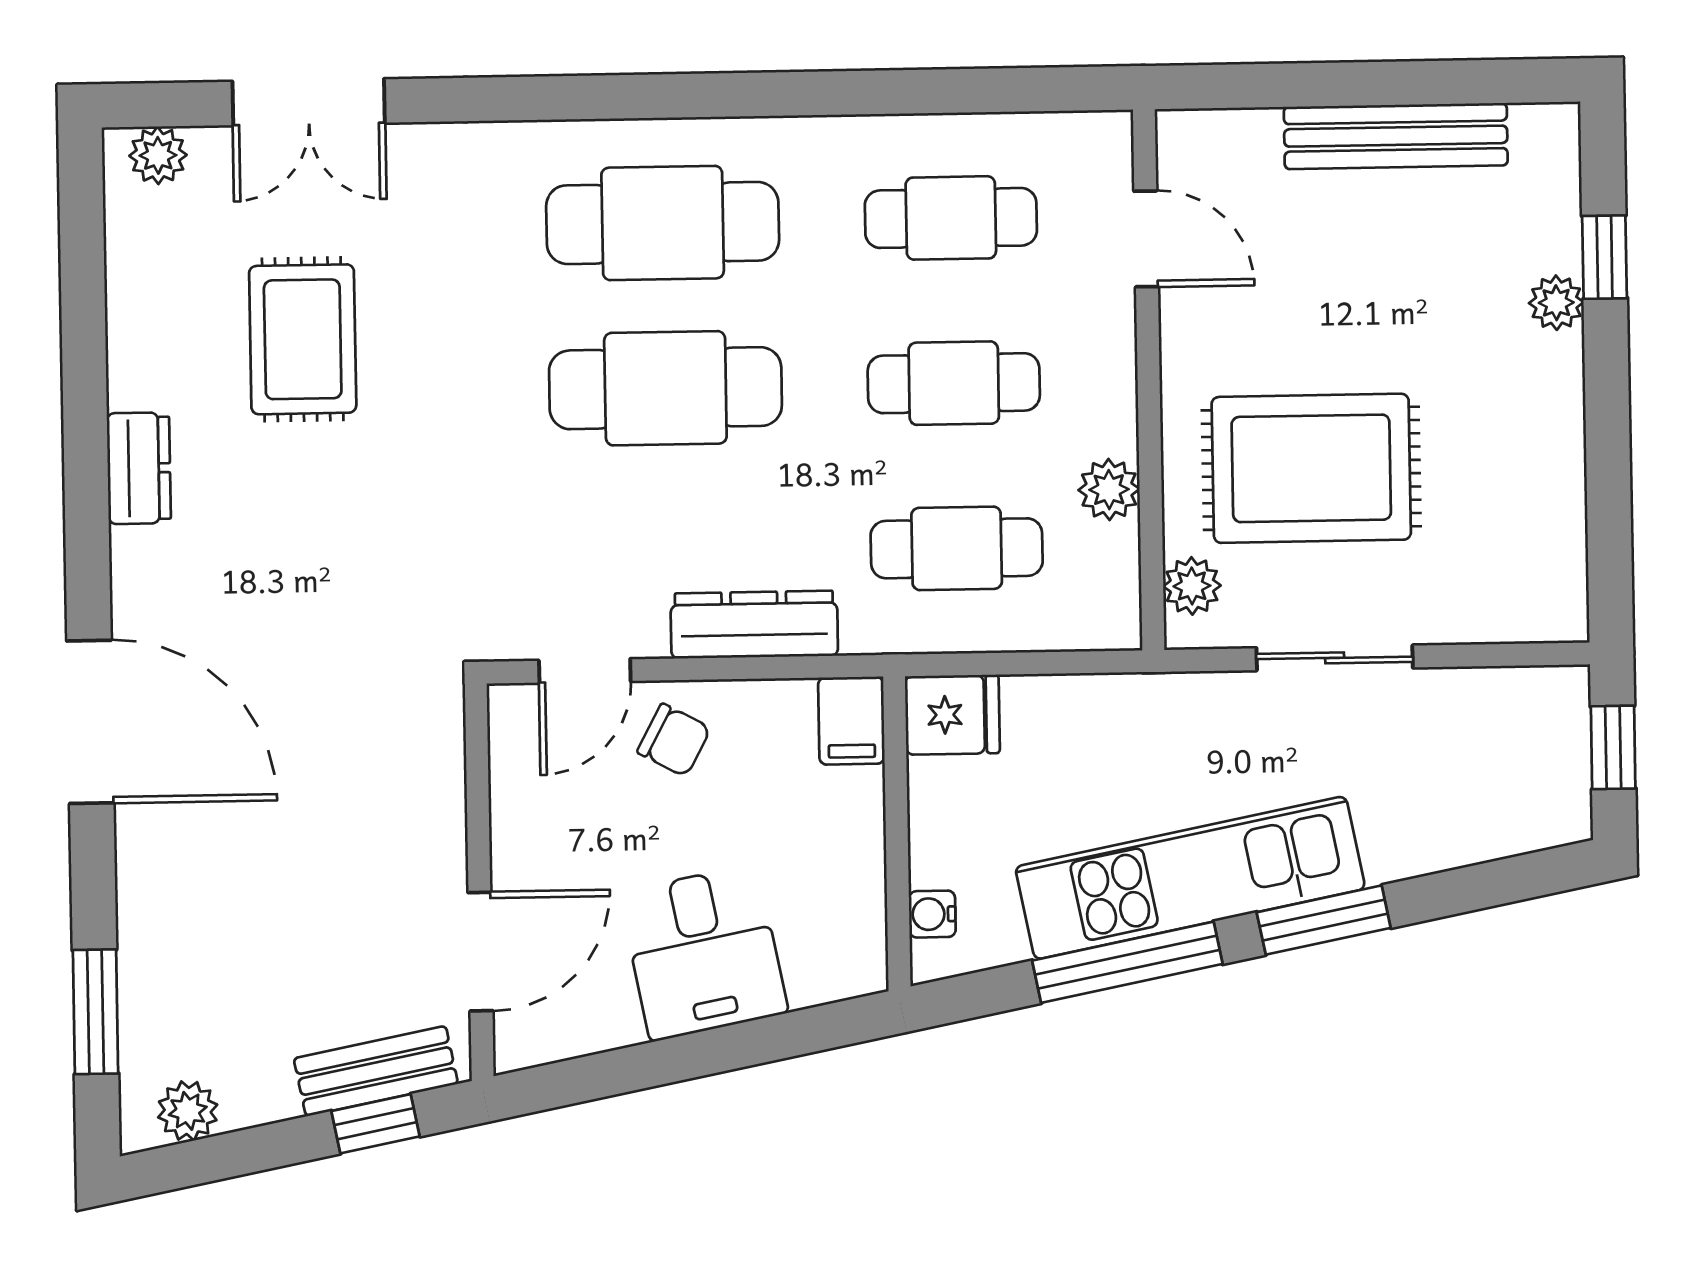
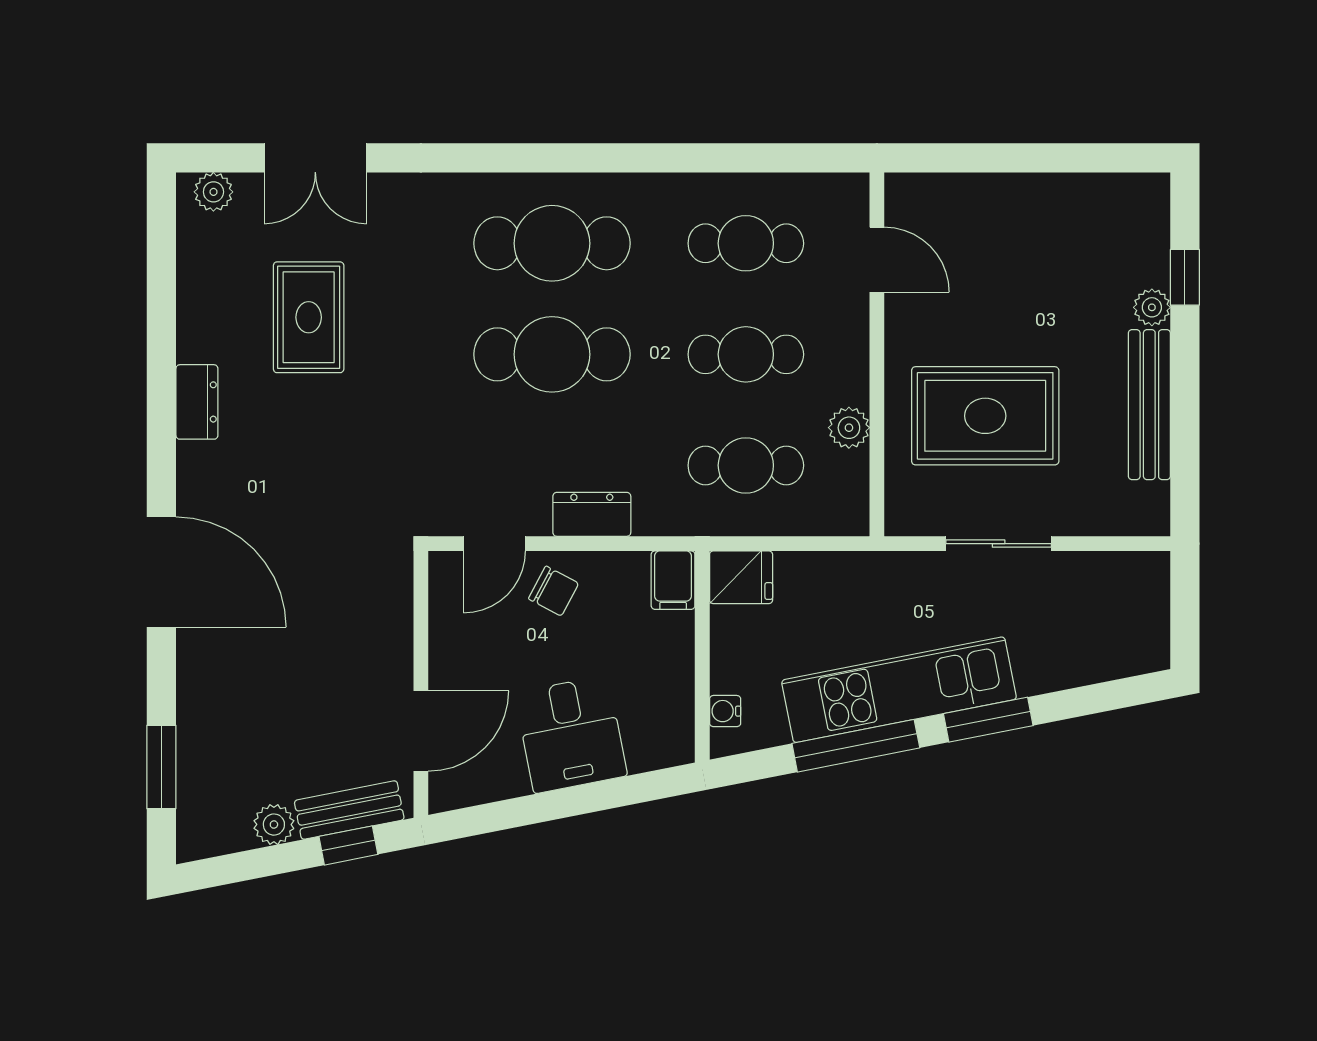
bench: (1396, 136) -> (1149, 405), moved, turned 90
plant: (1192, 586) -> (904, 493), removed
dresser: (754, 625) -> (592, 514), width x0.70
window: (1613, 747) -> (1185, 607), removed
plant: (188, 1111) -> (274, 825), moved

